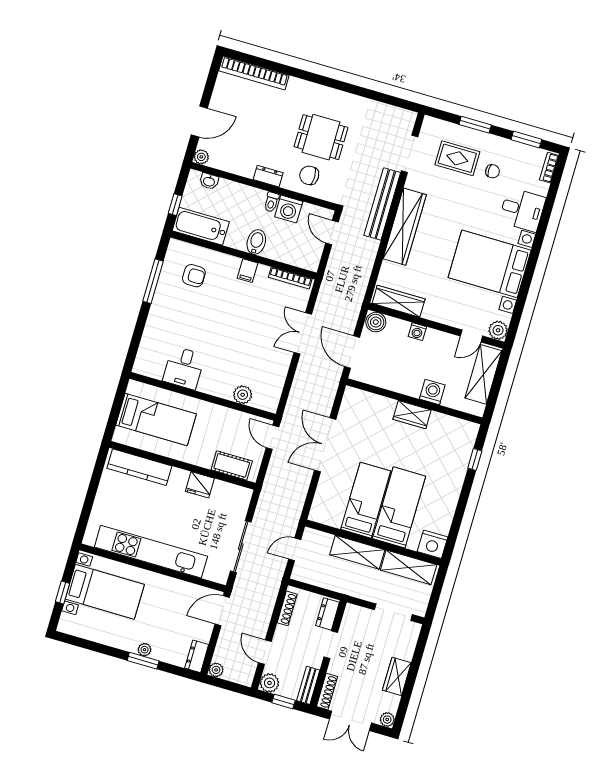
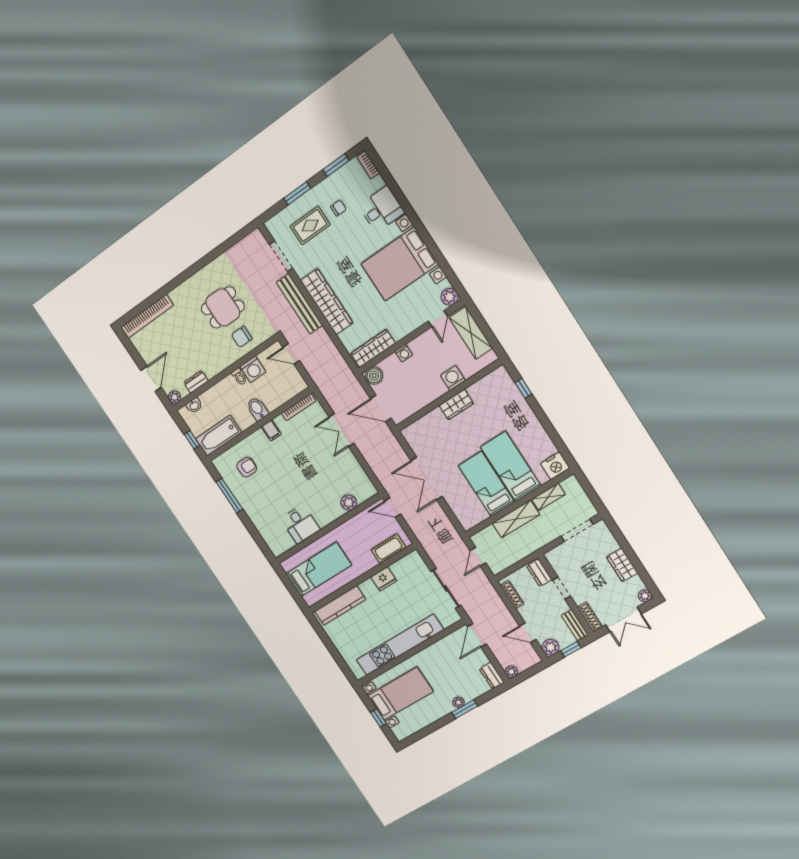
dresser: (268, 176) -> (196, 382), moved
shelving: (409, 567) -> (548, 497), width x0.67, depth x0.75

